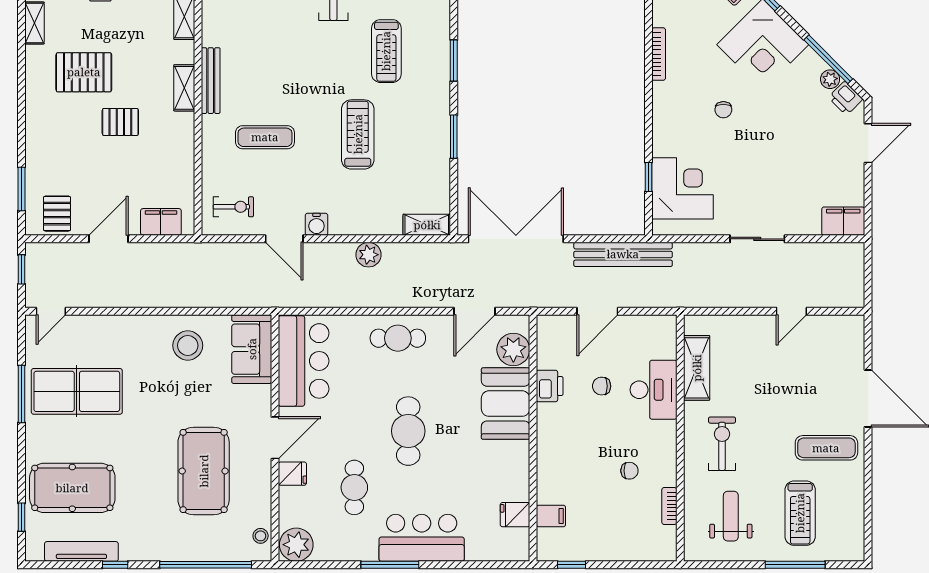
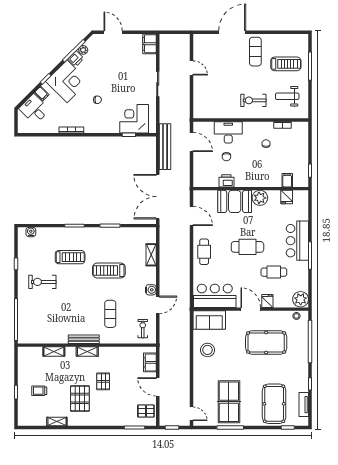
printer: (846, 98) -> (76, 59), moved
shelving: (427, 225) -> (151, 255), moved
plant: (368, 255) -> (165, 265), removed
door: (597, 311) -> (192, 142), moved
plant: (513, 350) -> (260, 198), moved
shelving: (697, 368) -> (218, 112), removed
tv unit: (81, 551) -> (304, 405), width x0.71

